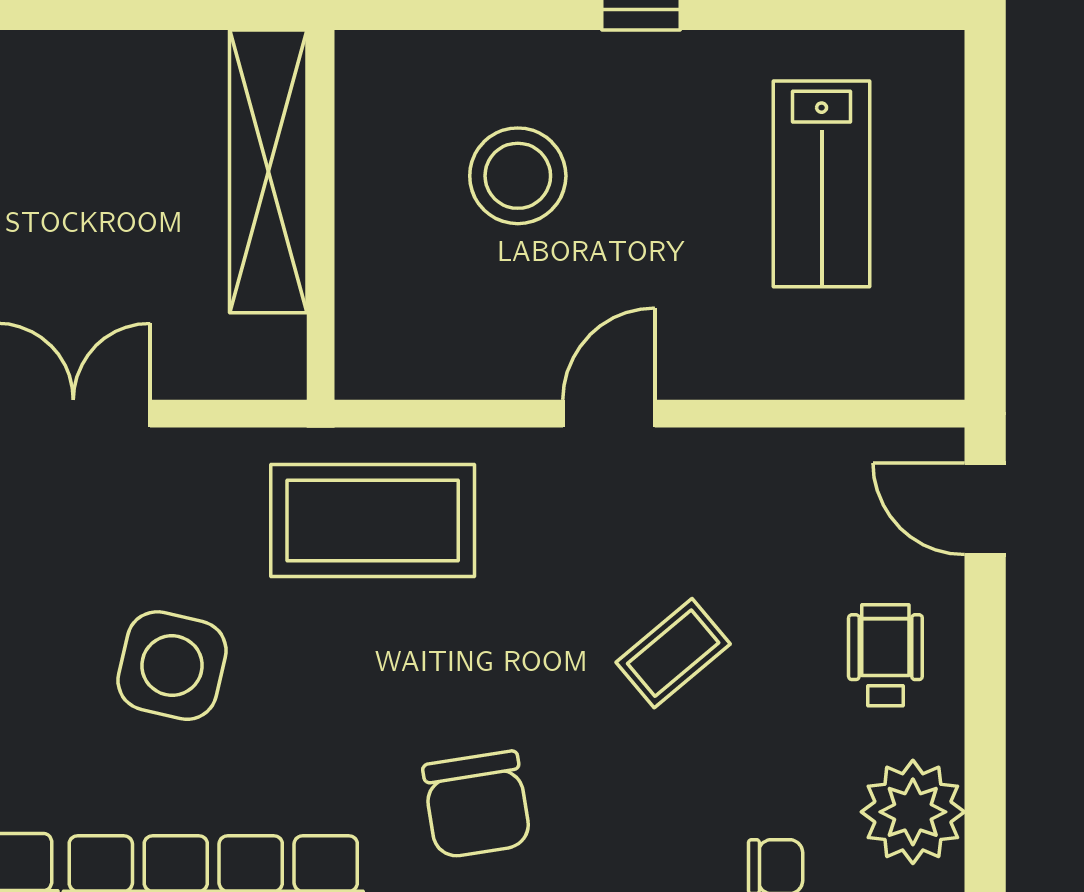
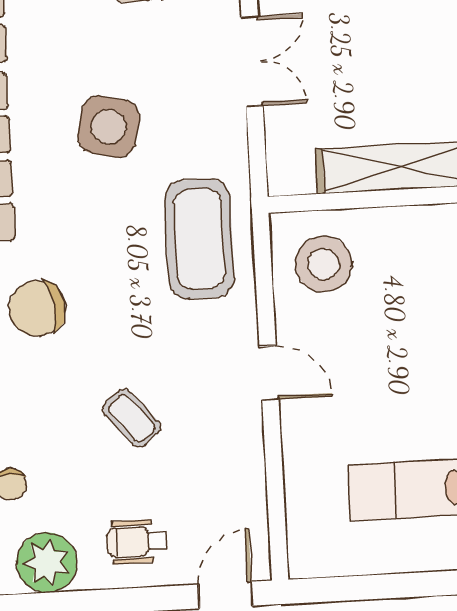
stool: (518, 176) -> (324, 264), moved
wheelchair: (885, 655) -> (137, 542), turned 180

